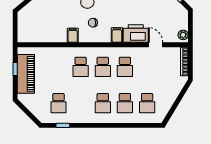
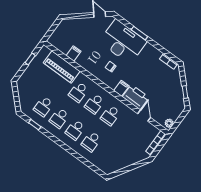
filing cabinet: (73, 35) -> (74, 53), moved
piano: (26, 74) -> (62, 67), moved, turned 90
school desk: (147, 103) -> (59, 118), moved

